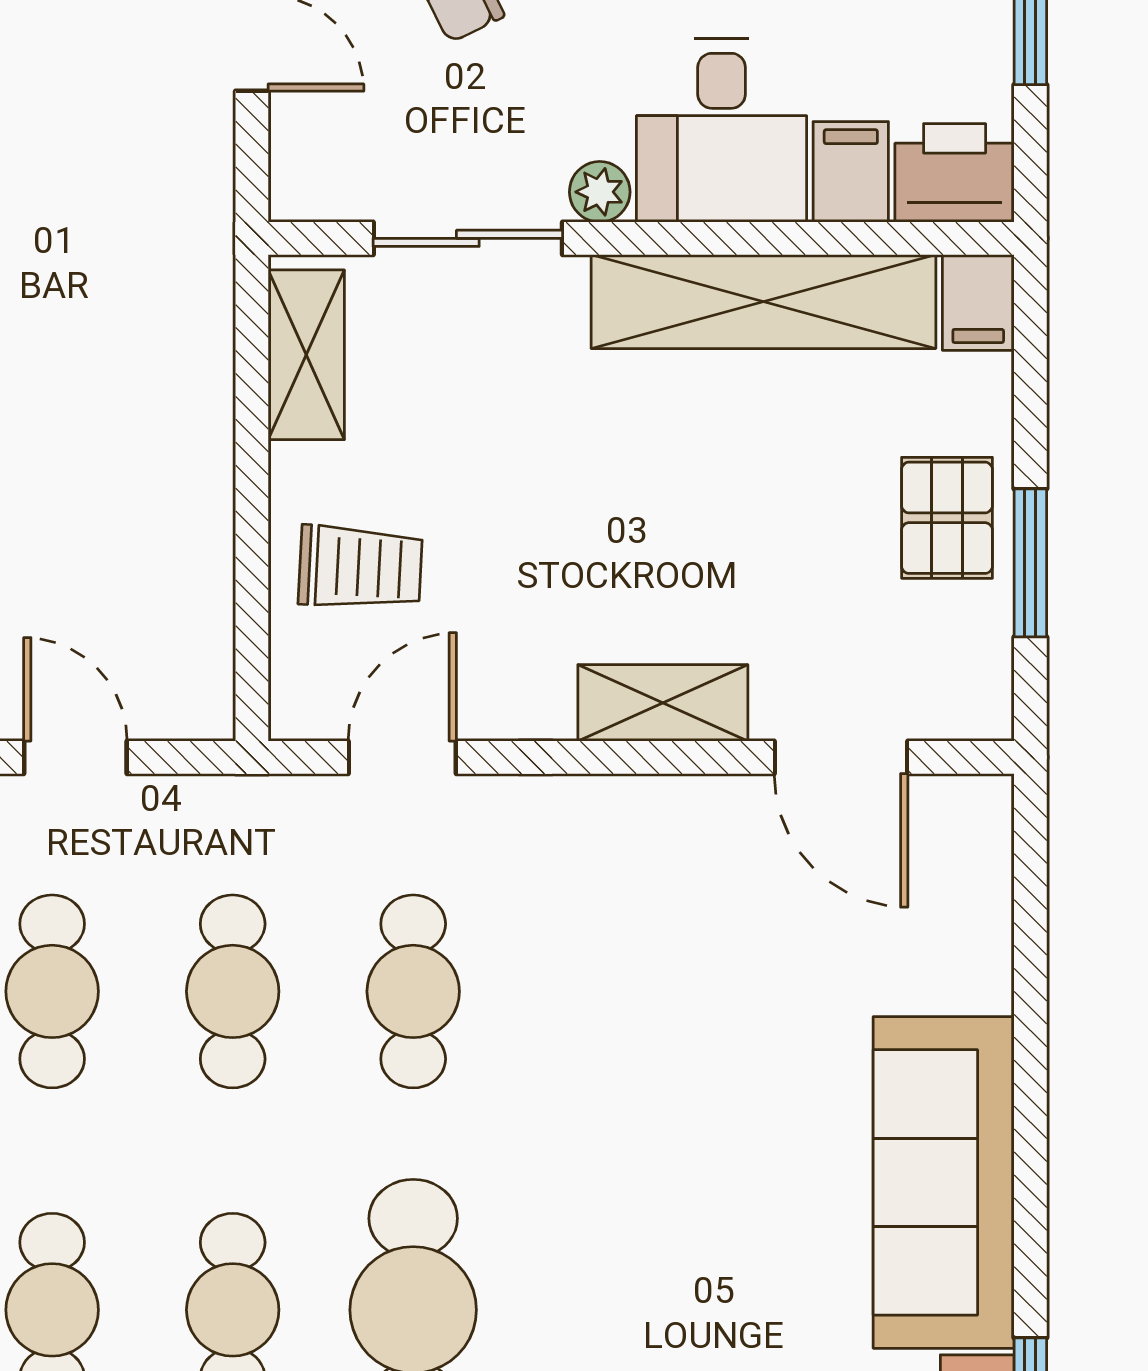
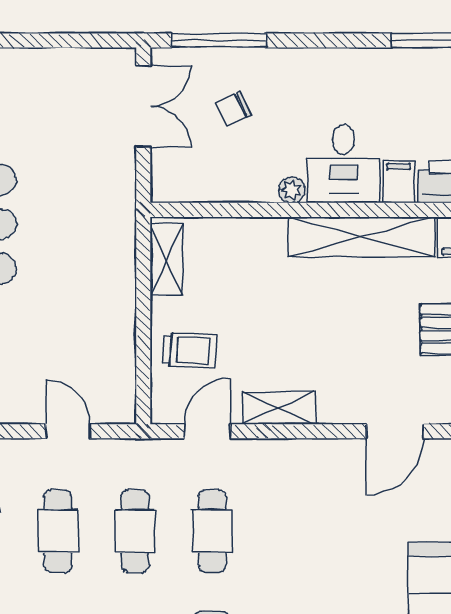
sliding door: (468, 238) -> (235, 210), removed
shelving: (663, 703) -> (279, 408), moved
door: (841, 757) -> (395, 431), hinge flipped

